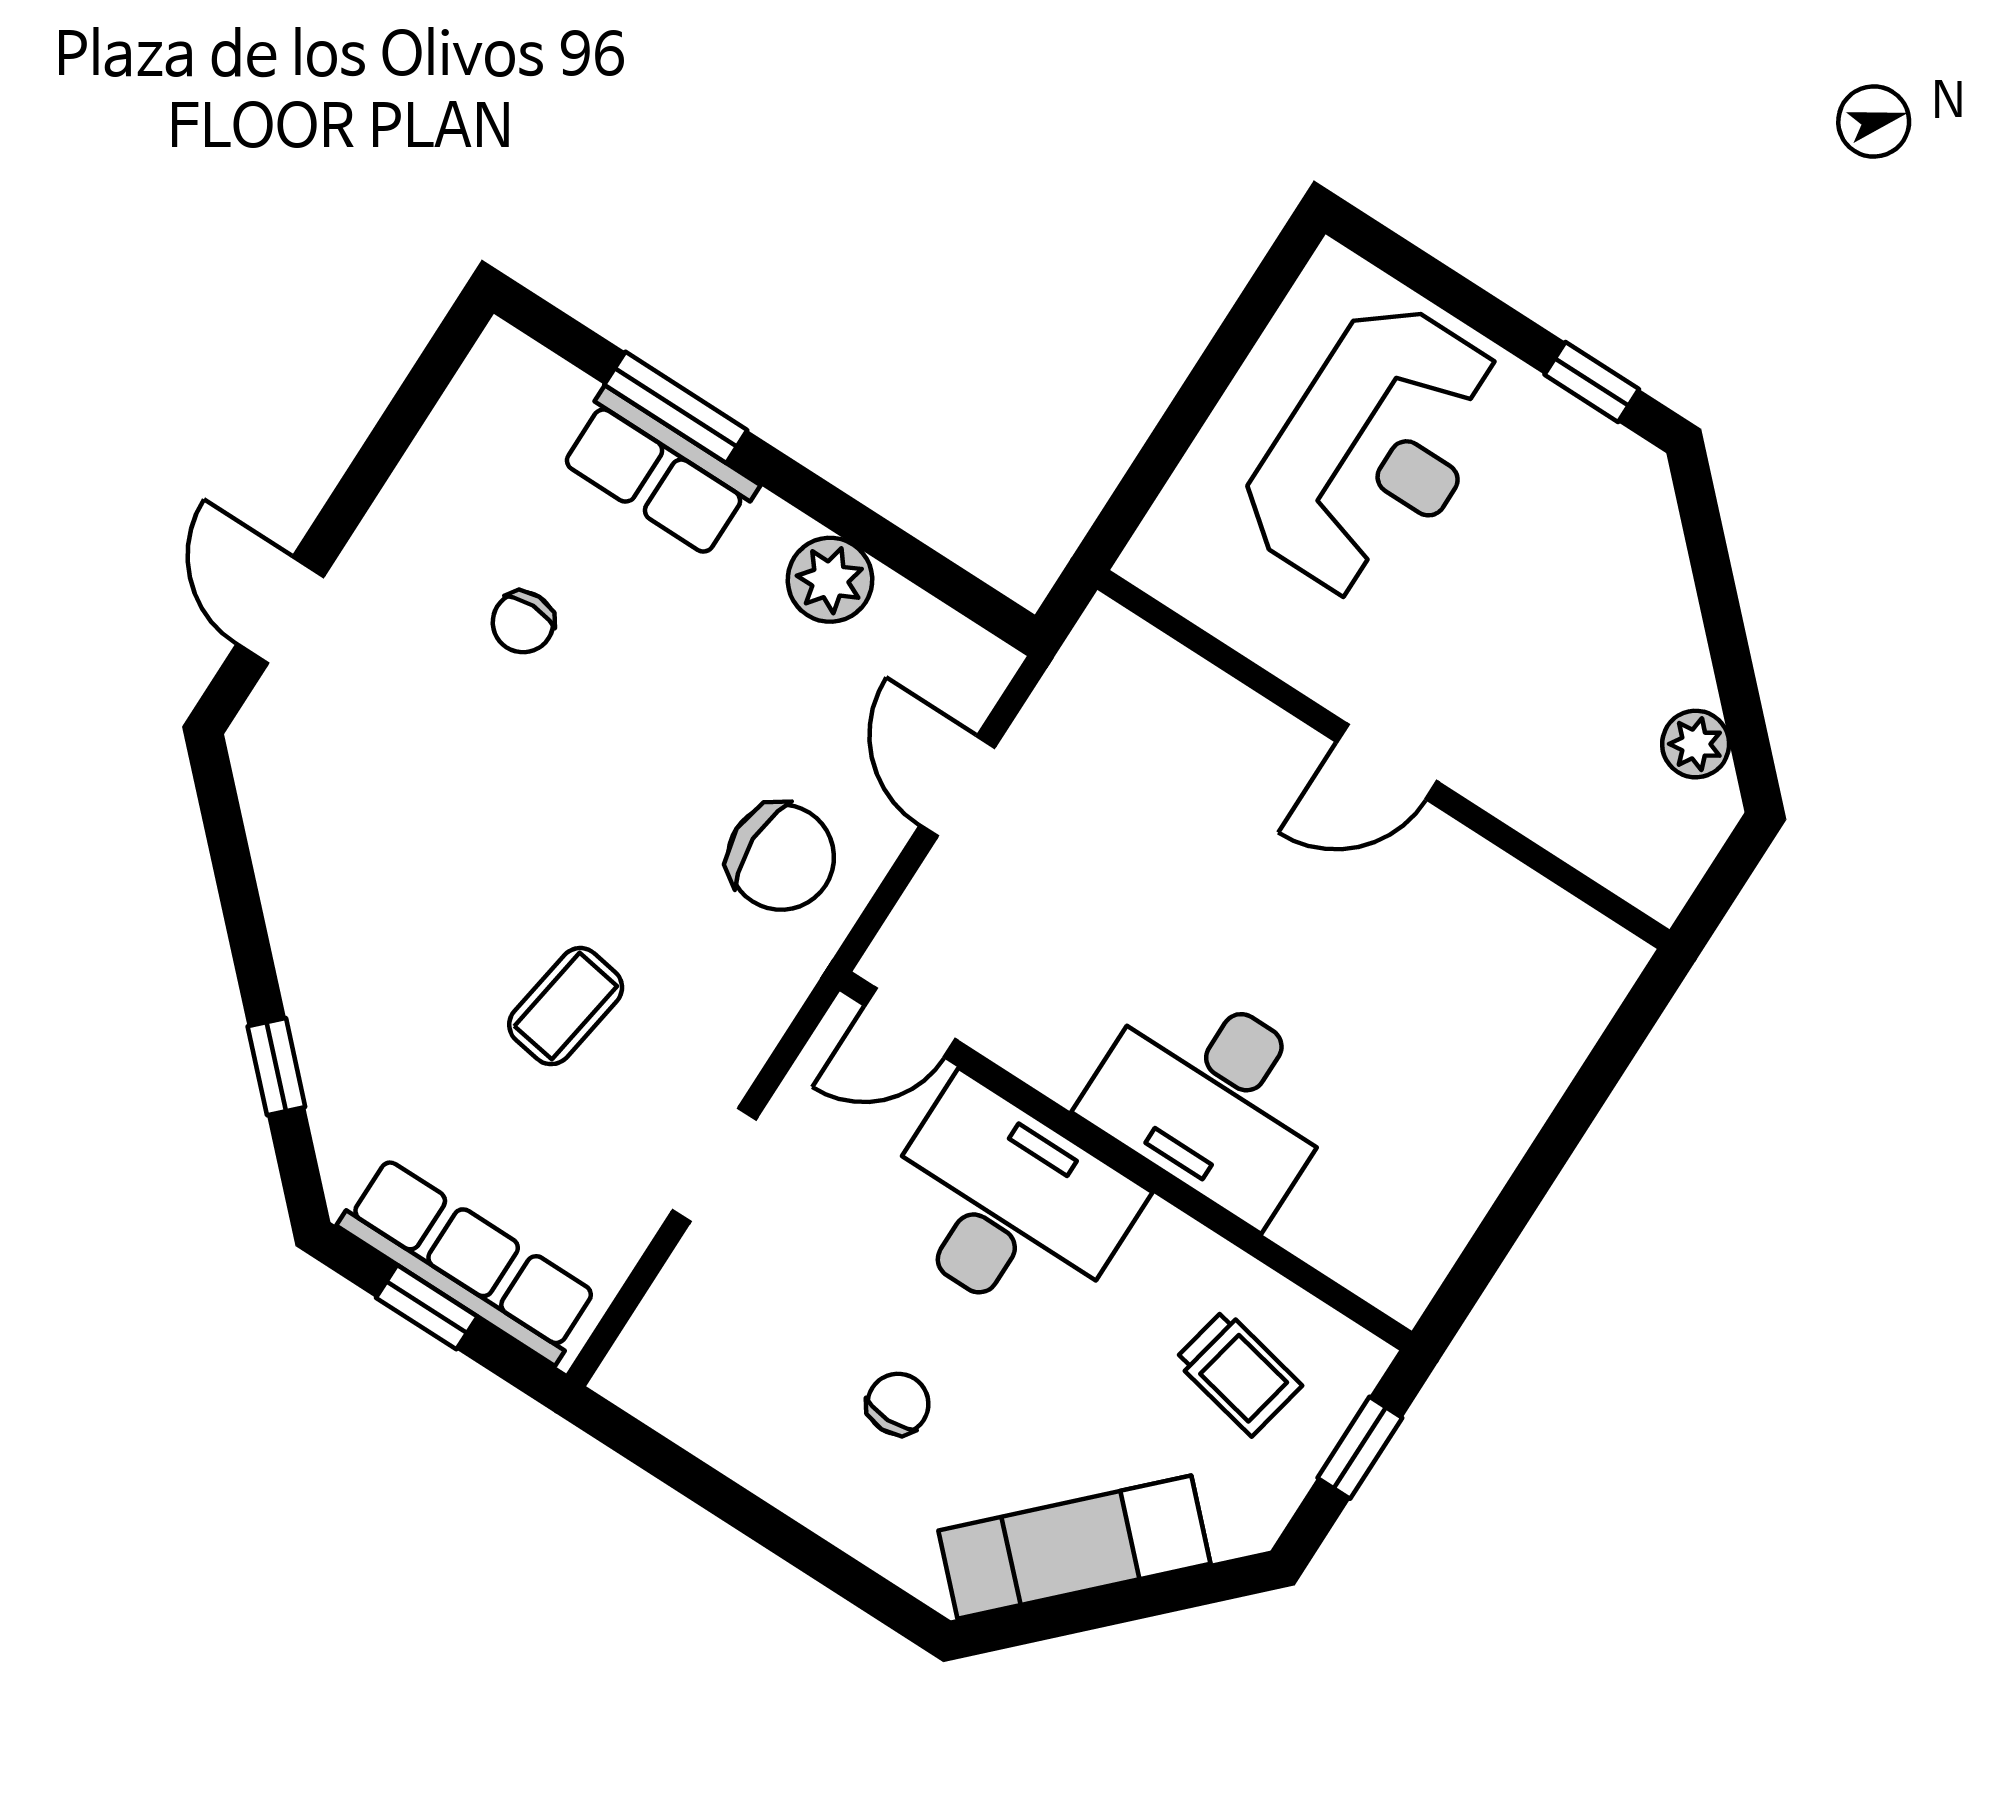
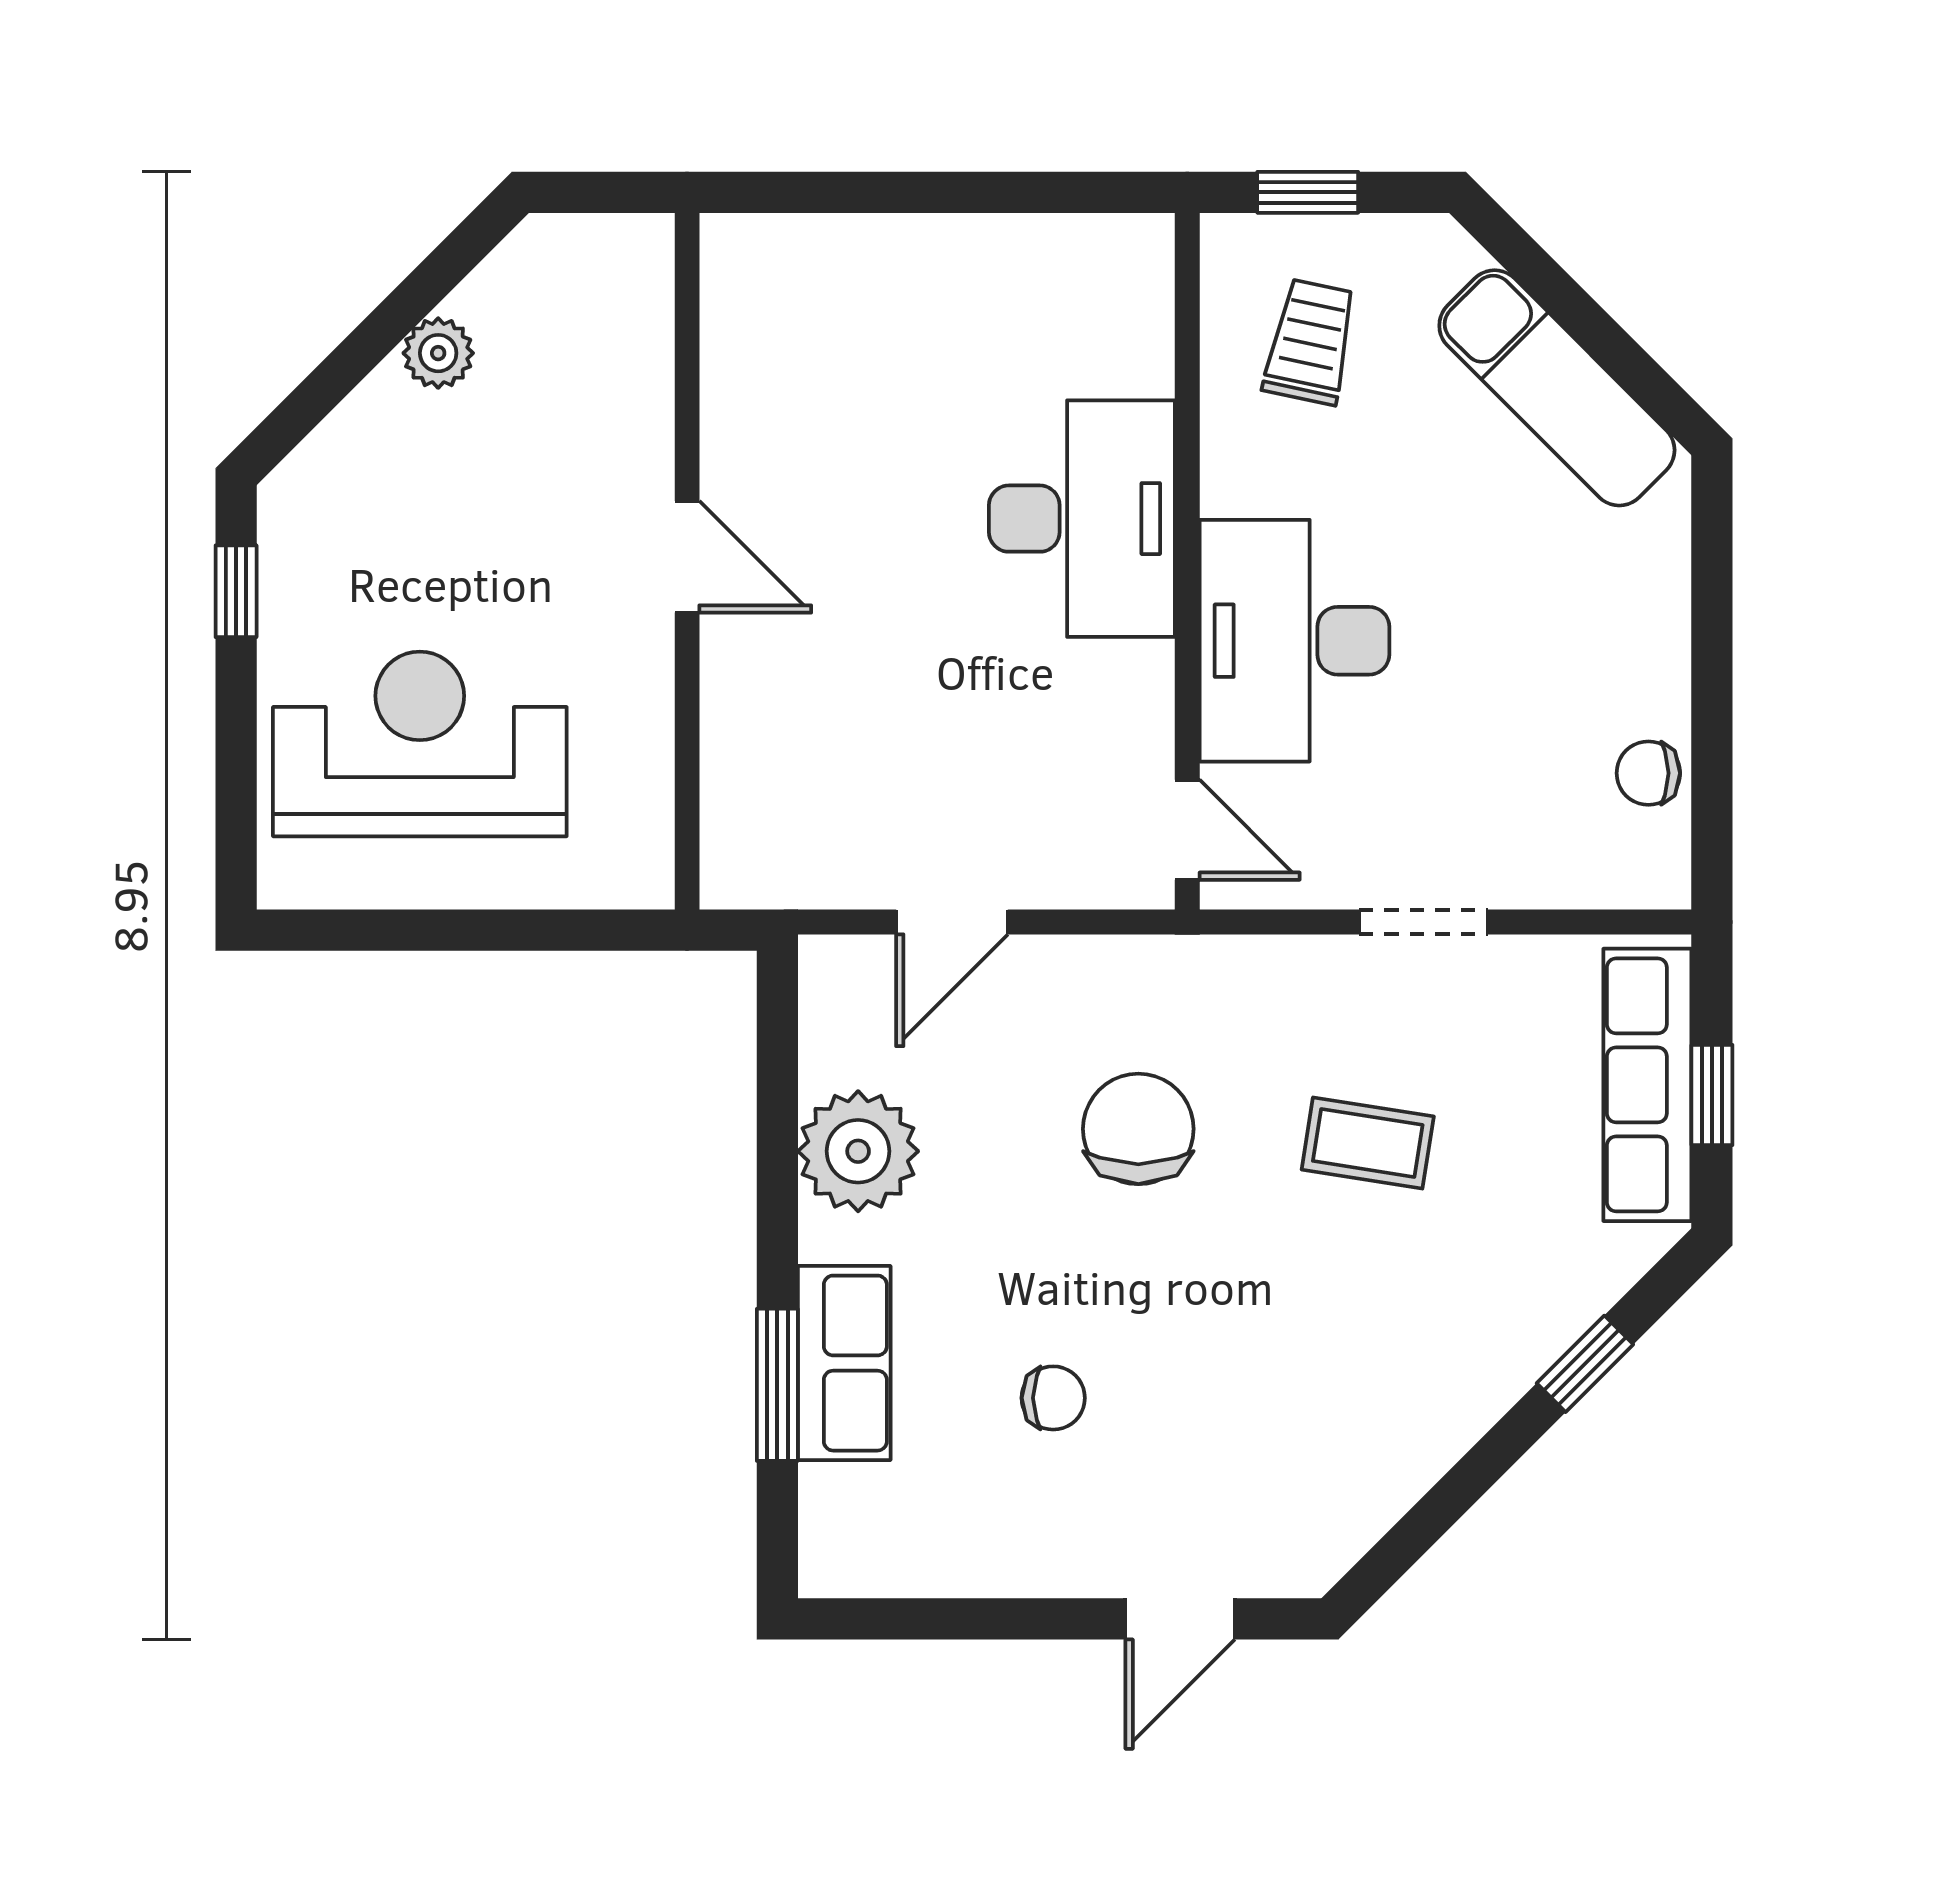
plant: (830, 580) -> (858, 1151), width x1.36, depth x1.36
plant: (1696, 744) -> (438, 353), moved
chair: (781, 857) -> (1138, 1129), moved
chair: (898, 1404) -> (1648, 773), moved

